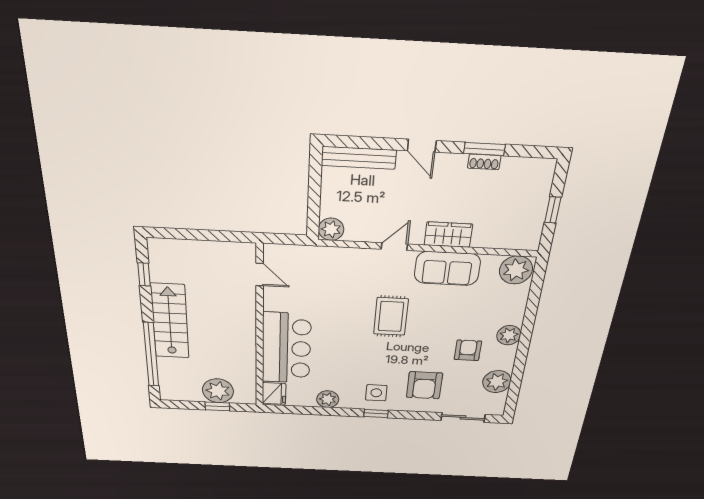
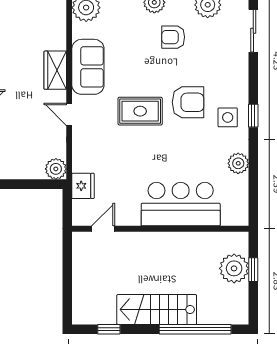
armchair: (424, 385) -> (188, 102), moved
fridge: (274, 394) -> (83, 186), moved, turned 90

